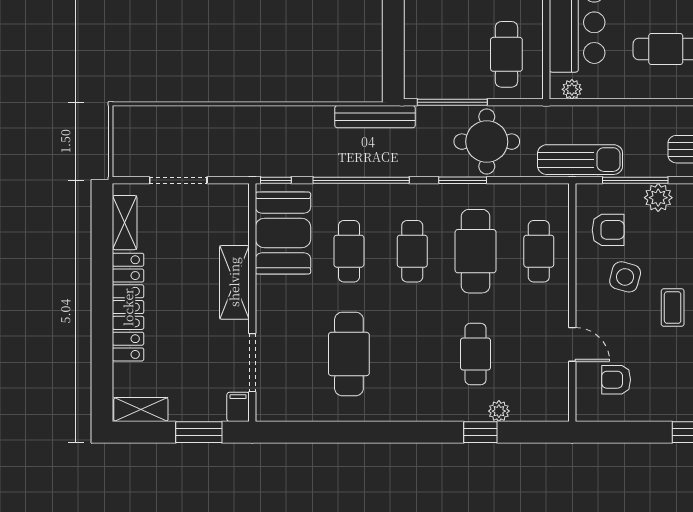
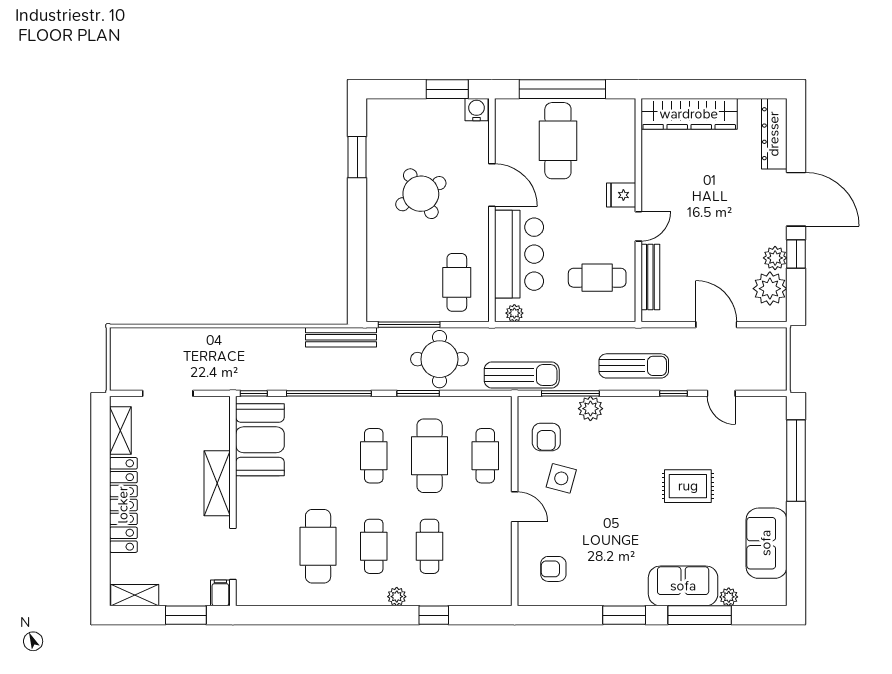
armchair: (608, 230) -> (546, 437), turned 90
cafe table: (349, 251) -> (374, 546), moved
coffee table: (673, 308) -> (603, 505), removed
door: (572, 344) -> (515, 507), moved
plant: (499, 411) -> (397, 597), moved

